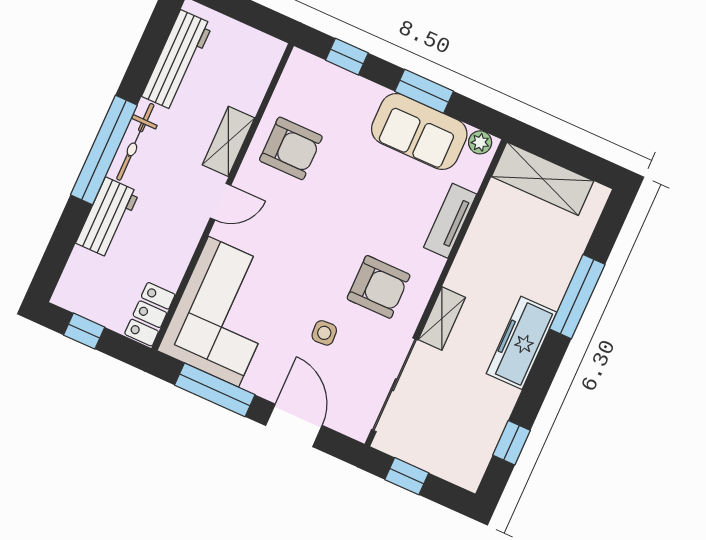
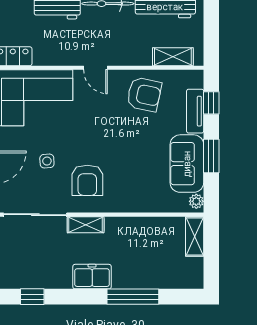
shelving: (228, 141) -> (173, 57), moved
armchair: (291, 148) -> (144, 94), turned -78
shelving: (543, 179) -> (195, 236), width x0.67, depth x0.75
tv unit: (450, 221) -> (195, 111), moved, turned -90
freezer: (521, 343) -> (92, 277), width x0.71

